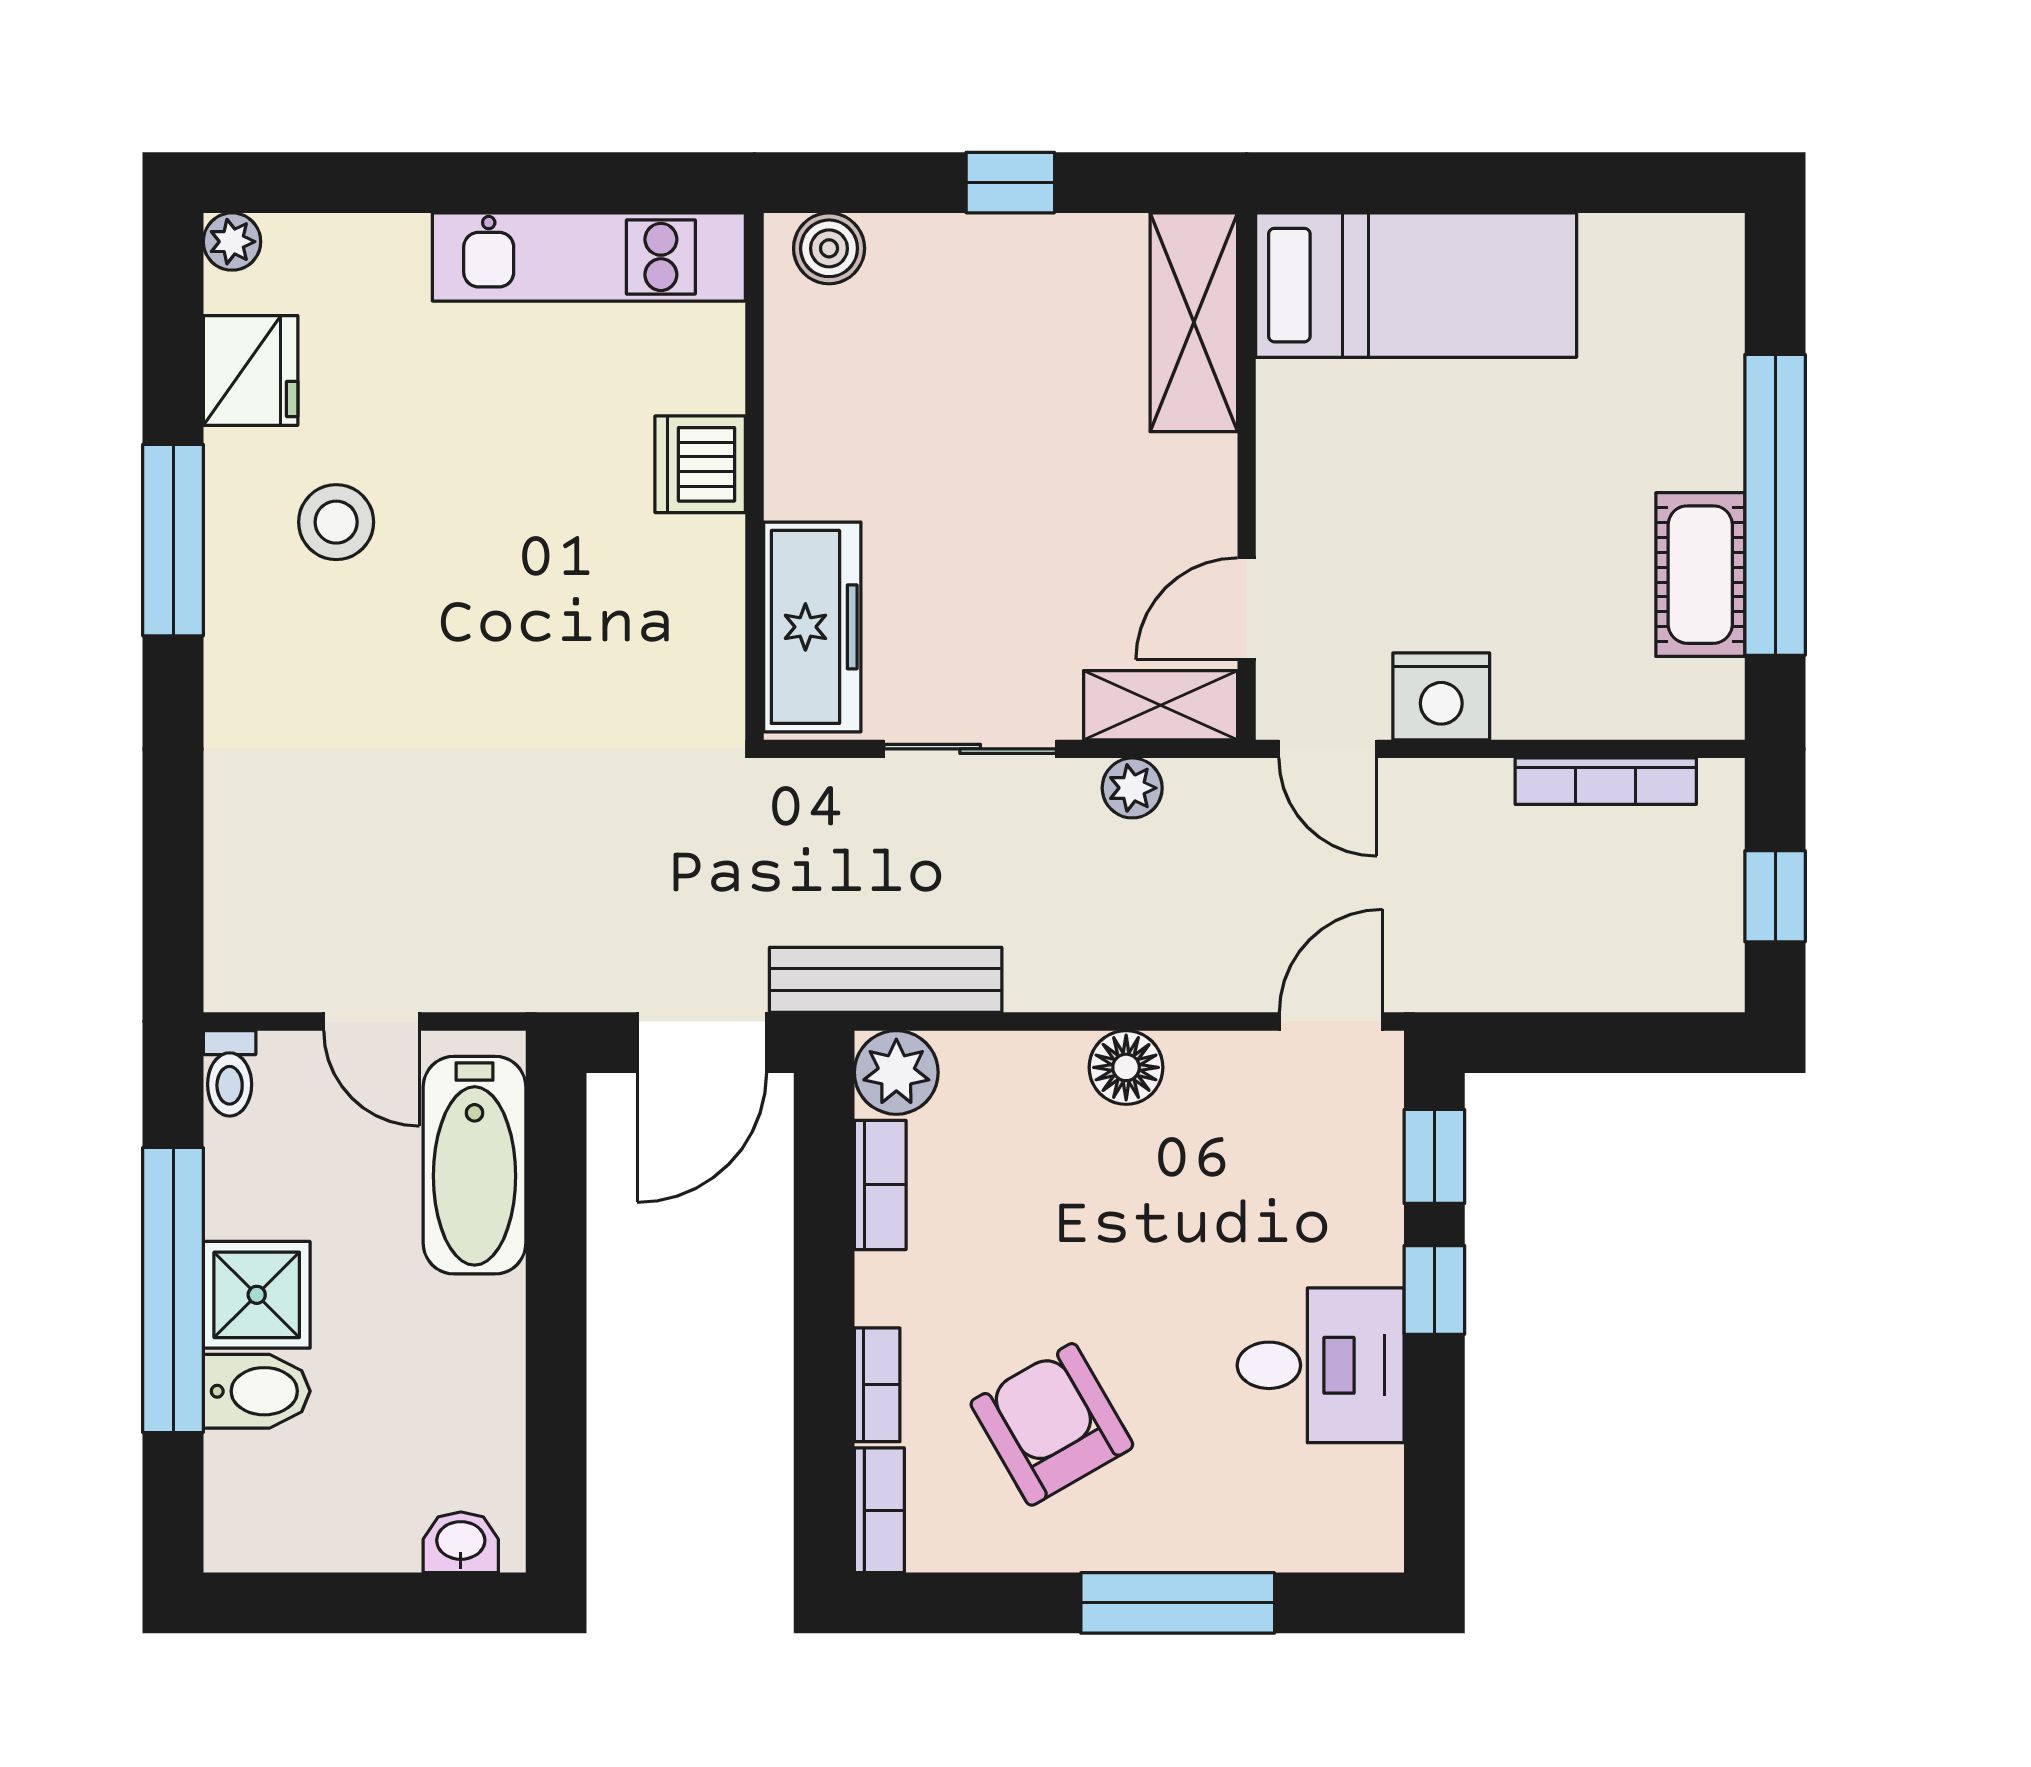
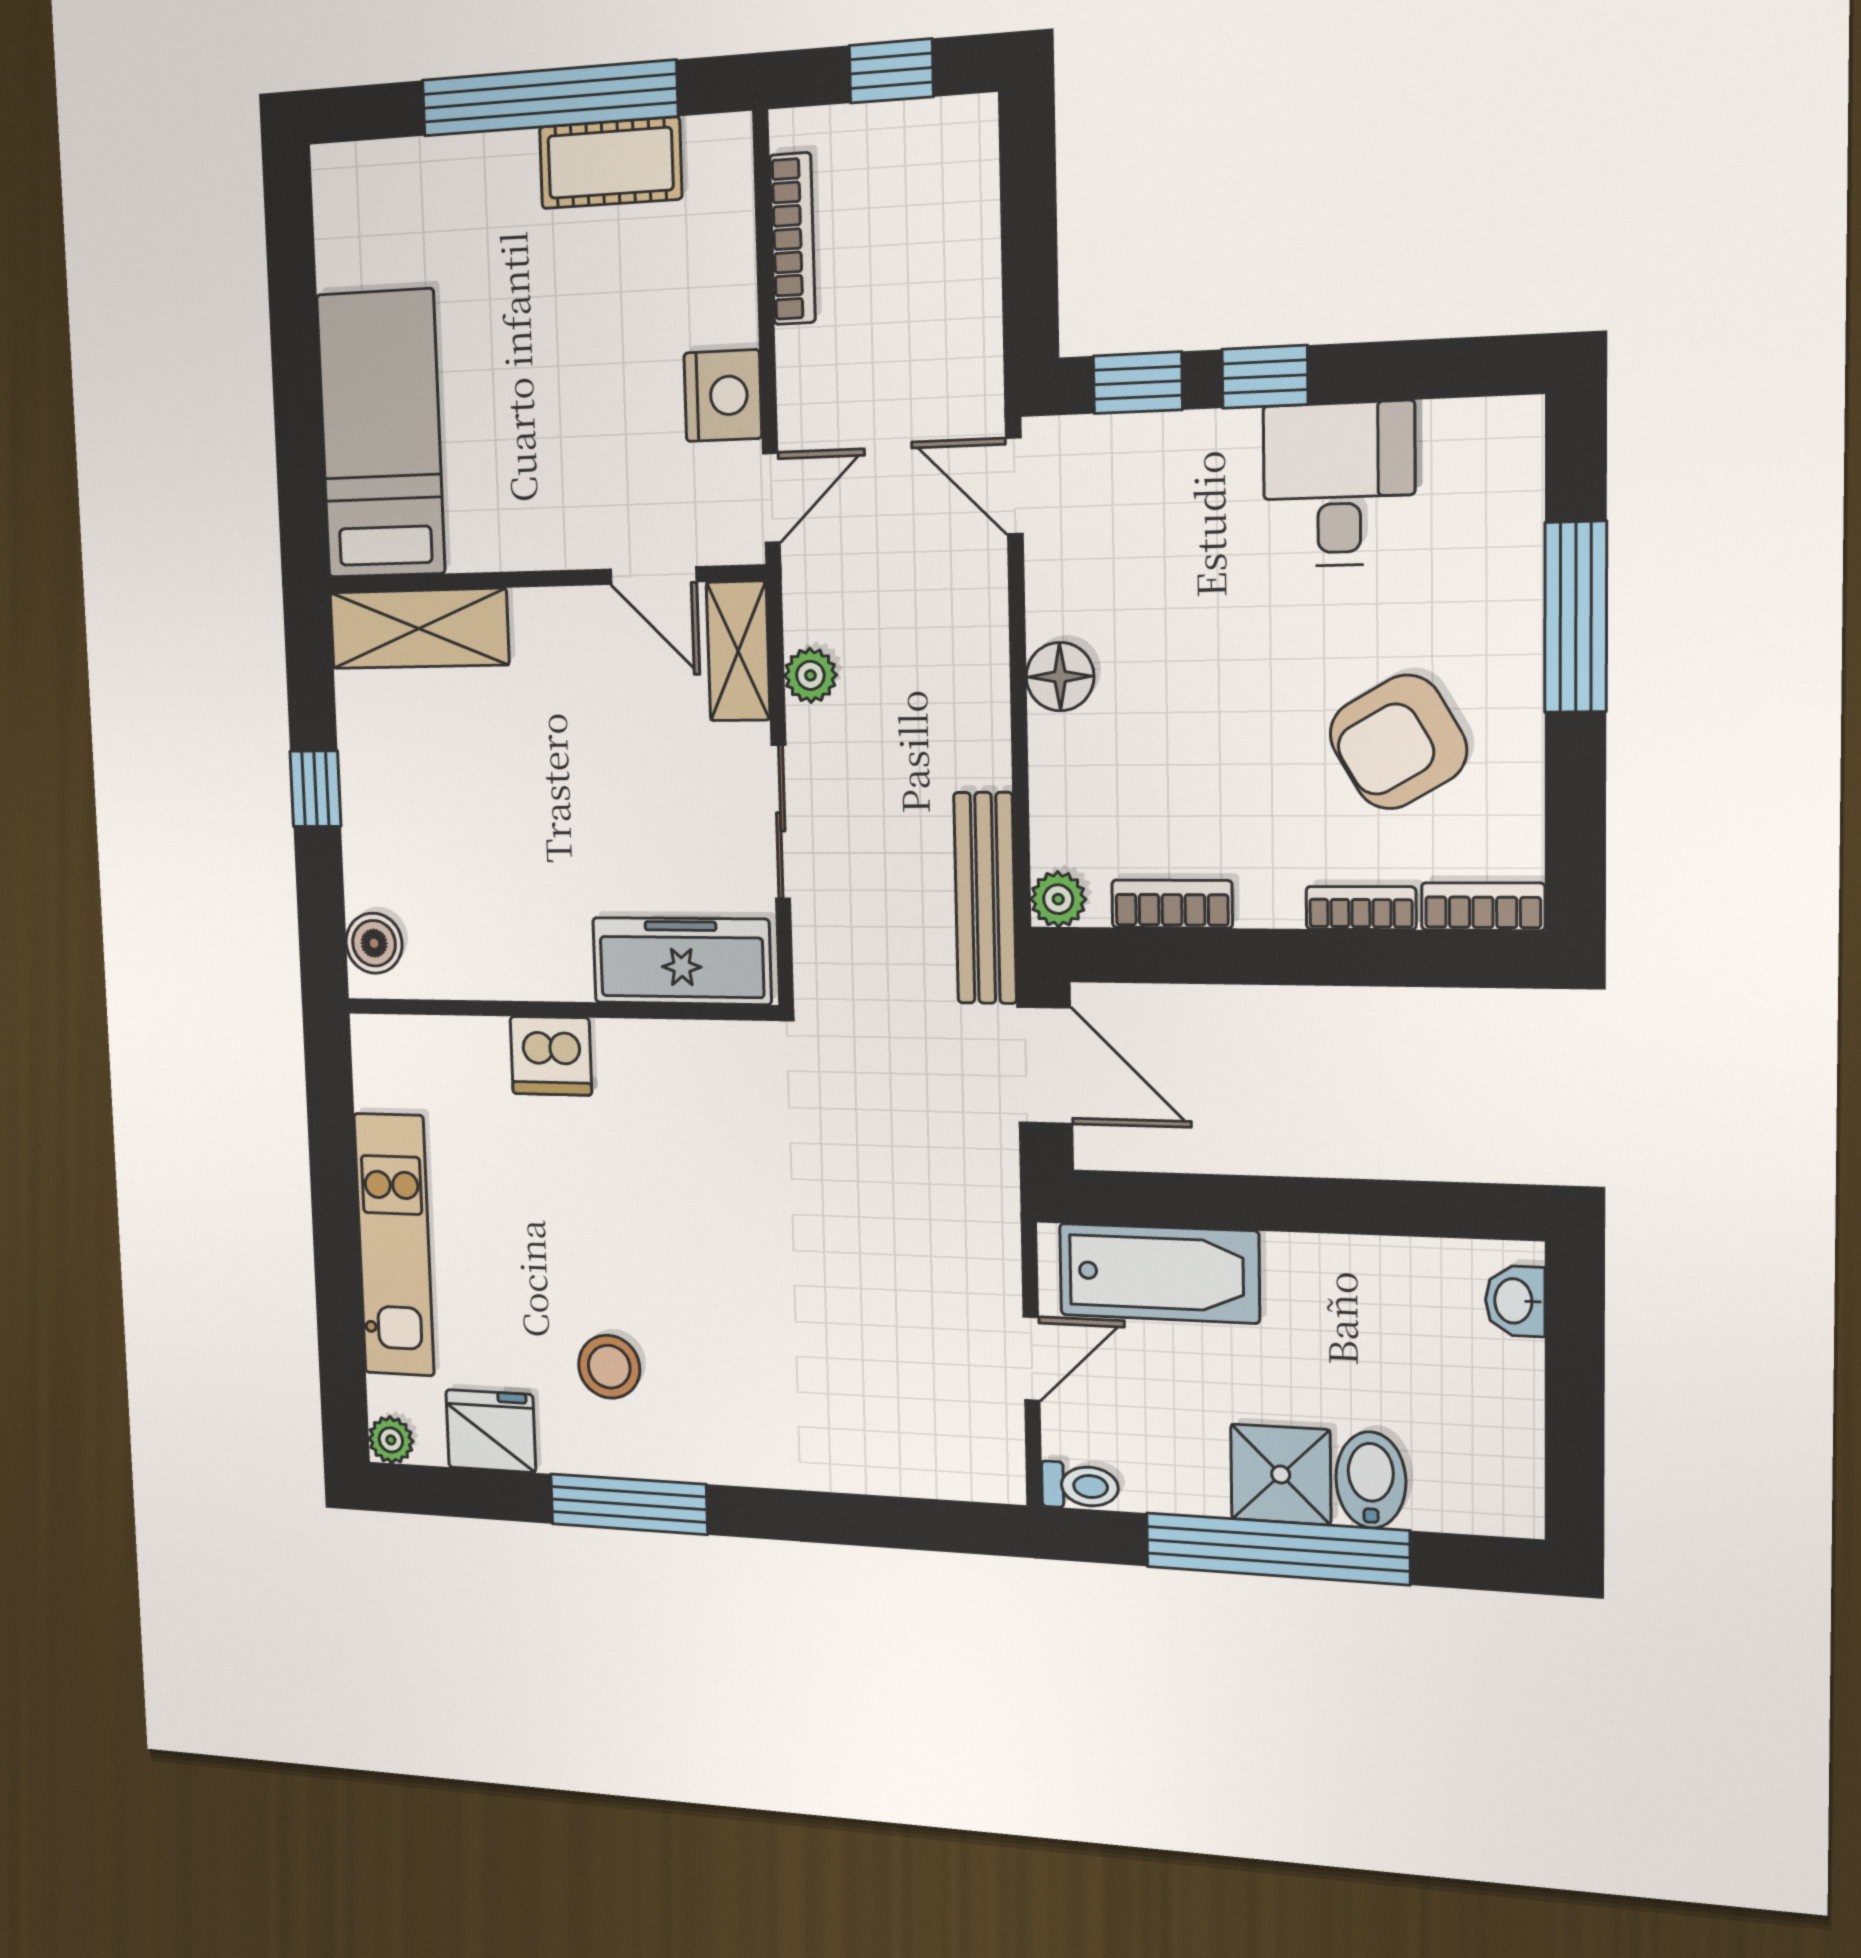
kitchen unit: (589, 257) -> (394, 1245), moved
plant: (896, 1072) -> (1058, 899), width x0.73, depth x0.73

